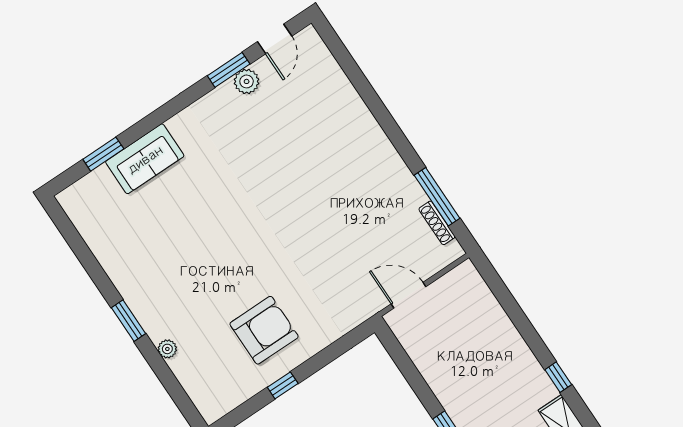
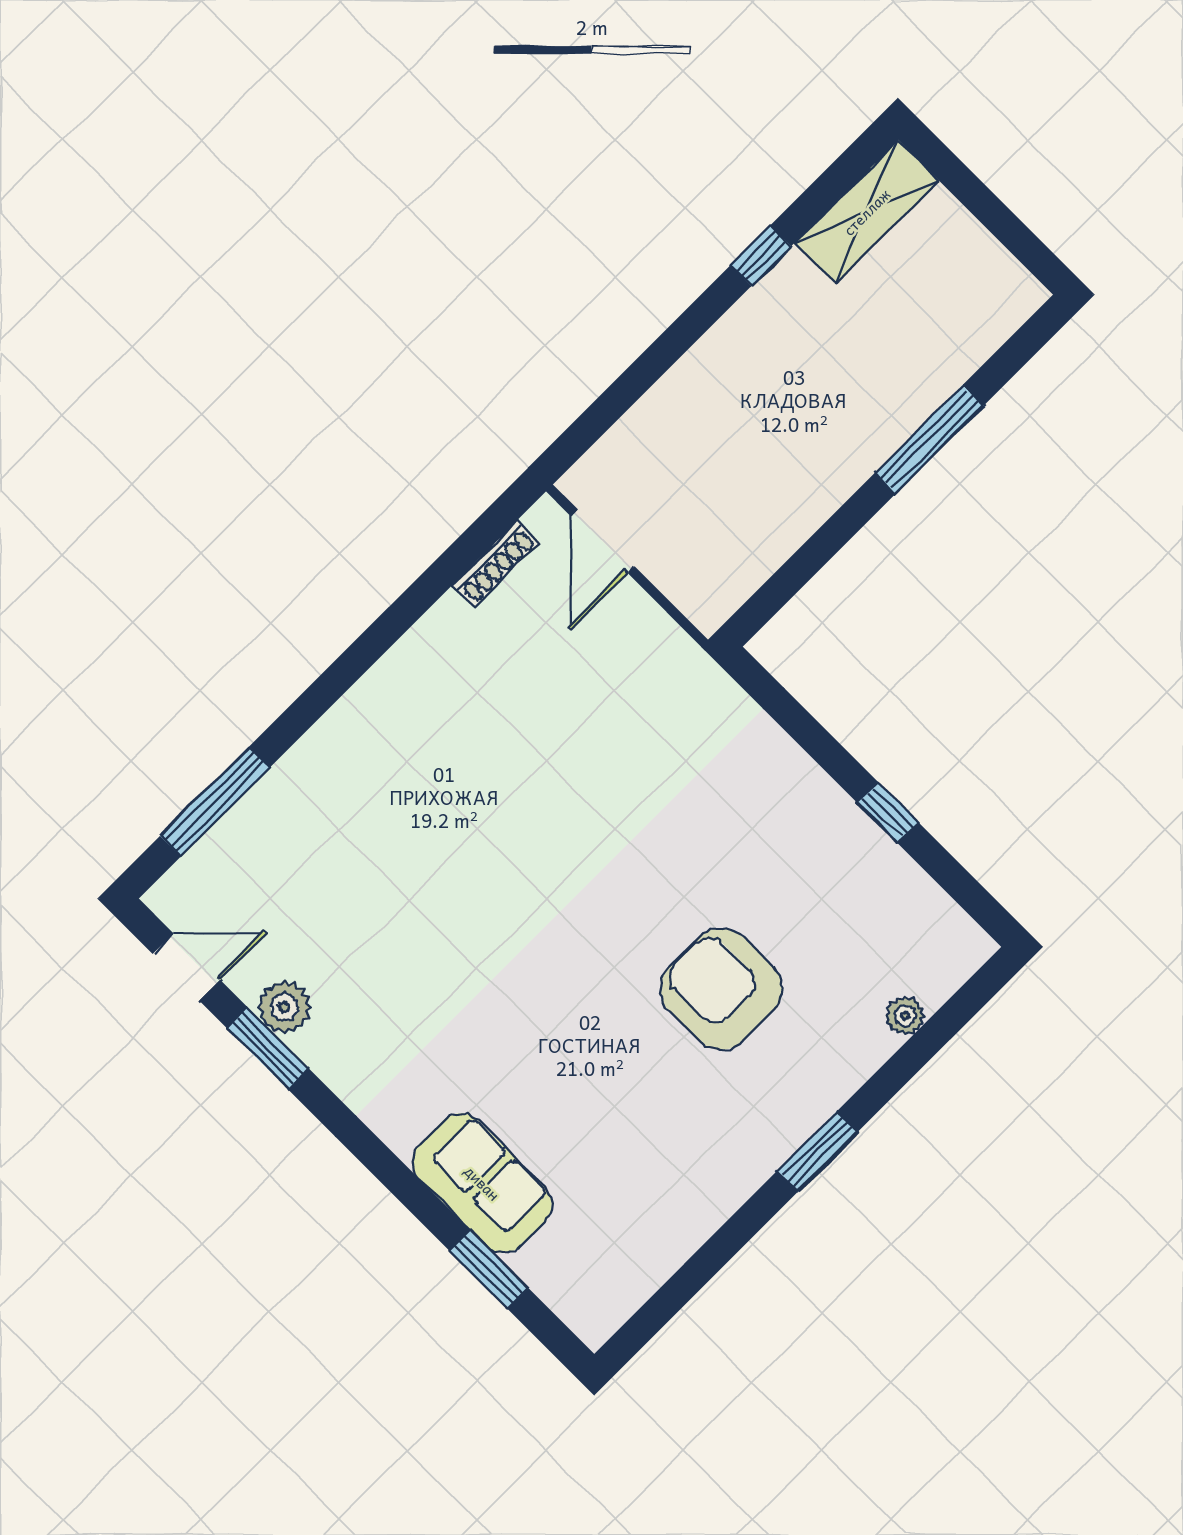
window: (437, 197) -> (215, 802), moved
door: (408, 295) -> (603, 541), moved
armchair: (264, 330) -> (721, 989), moved
plant: (167, 349) -> (905, 1016), moved

